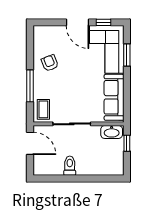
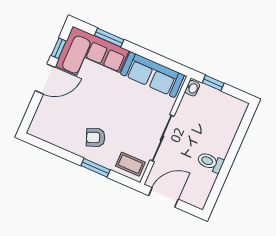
armchair: (50, 63) -> (96, 138), moved
window: (30, 86) -> (96, 168), width x0.69
washbasin: (112, 132) -> (192, 88), width x0.52, depth x0.69

